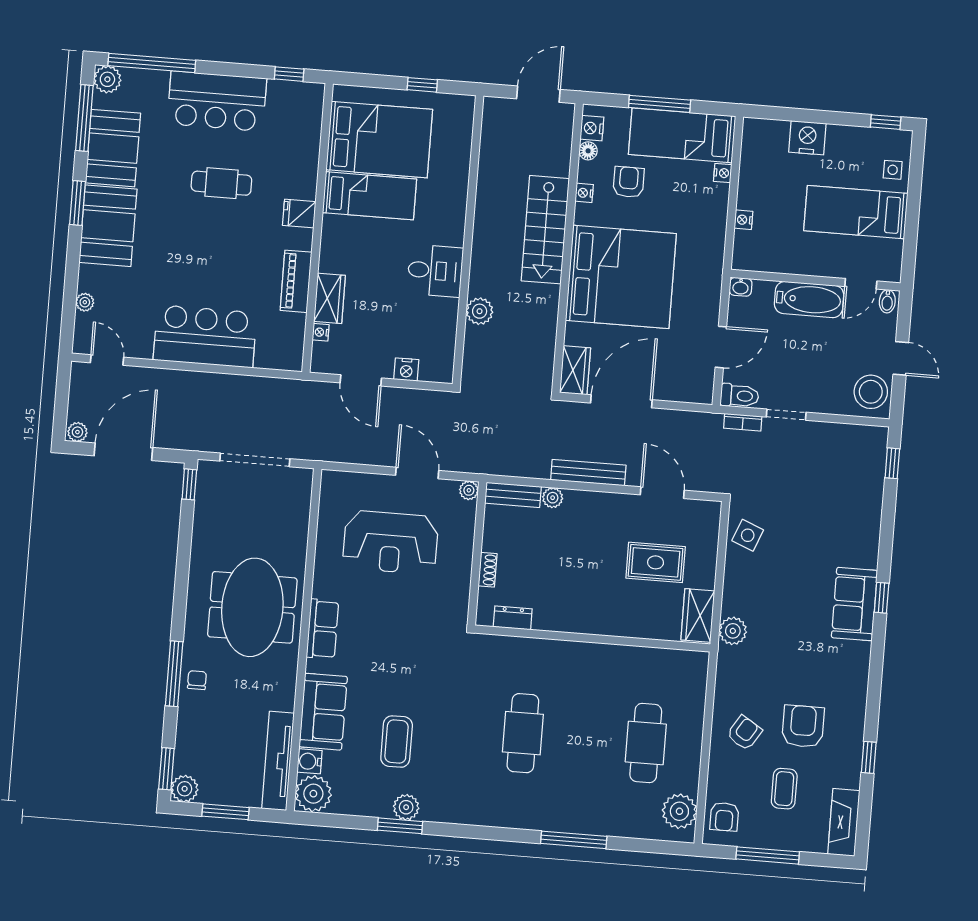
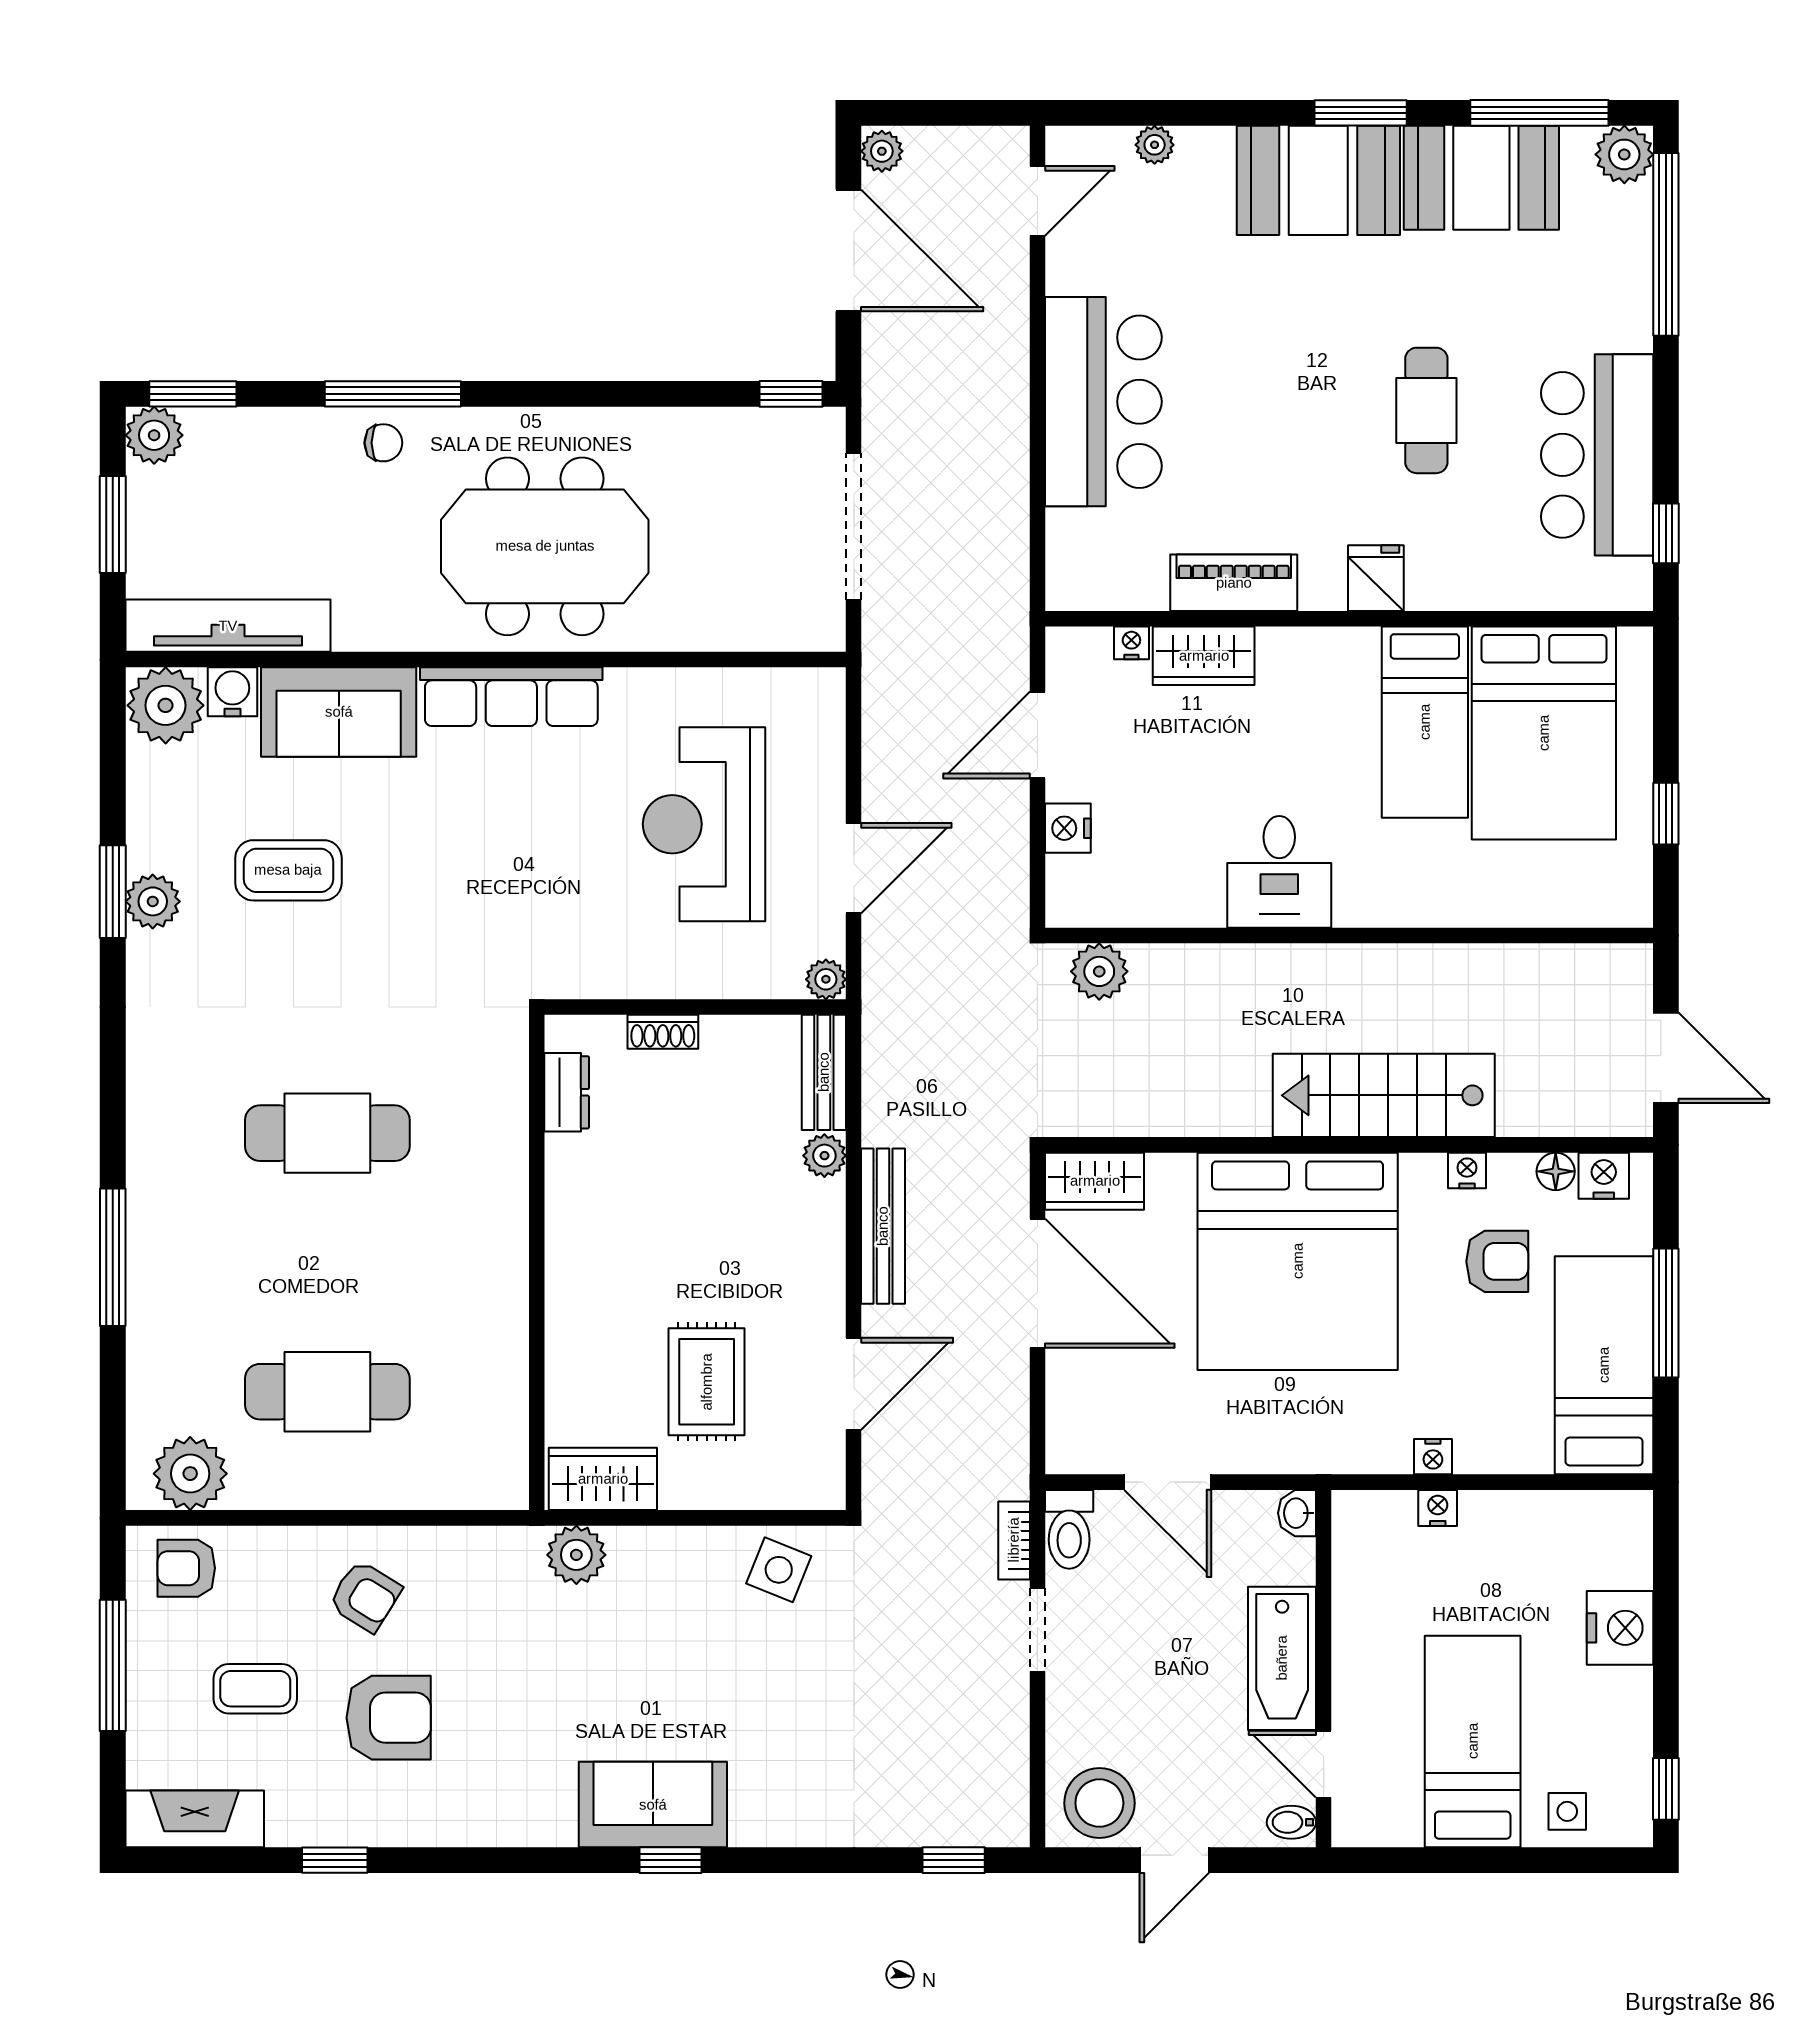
bar counter: (217, 101) -> (1597, 455), moved
nightstand: (723, 173) -> (1433, 1457), moved
plant: (480, 311) -> (1099, 971), moved
row of seats: (323, 629) -> (511, 697), width x1.48

